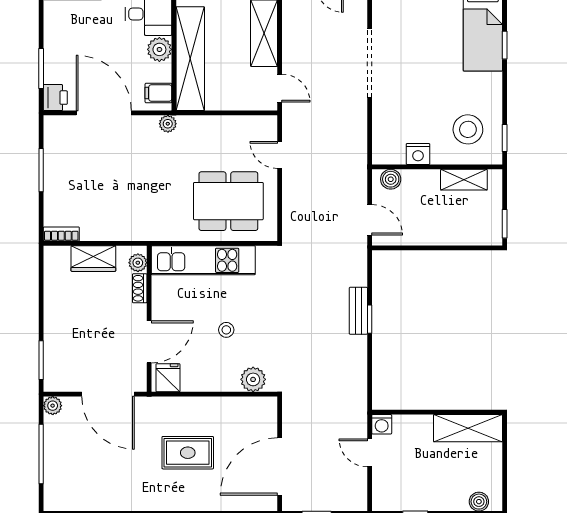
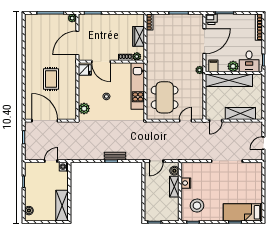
shelving: (464, 180) -> (174, 187), moved

